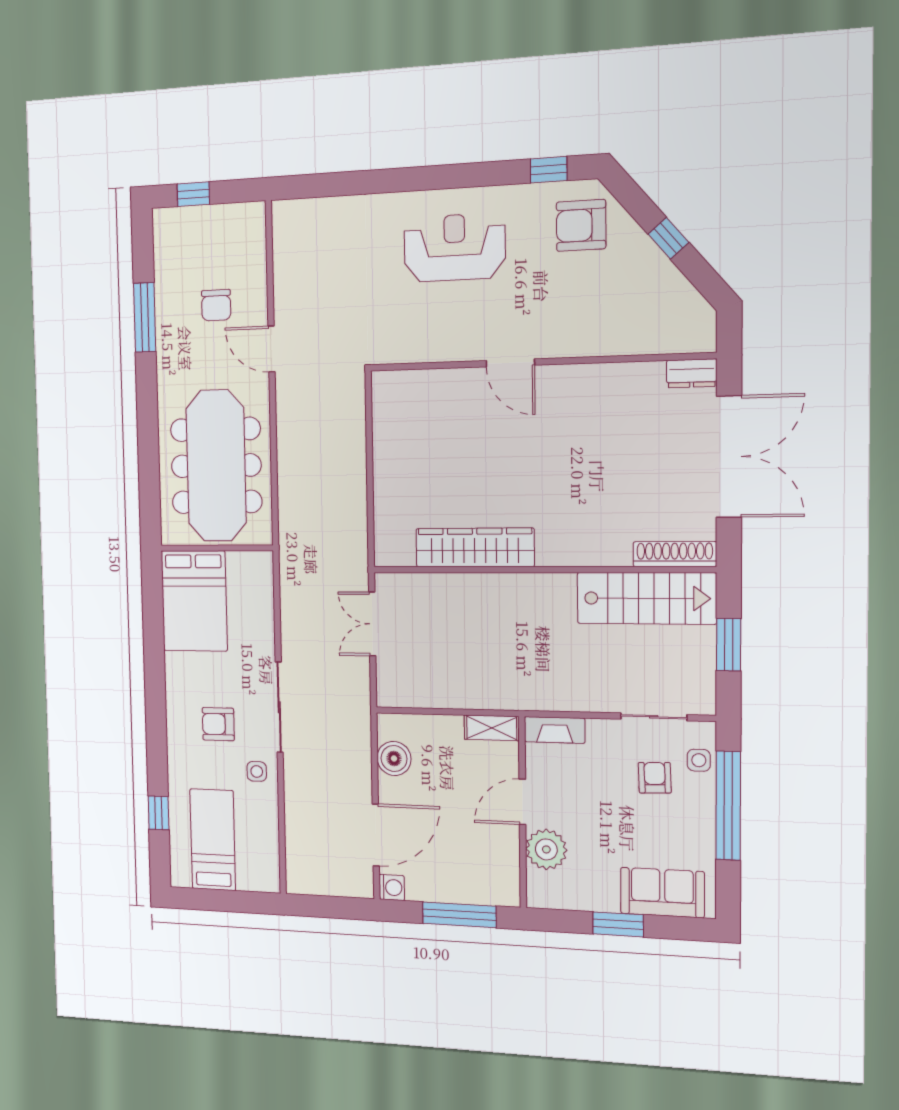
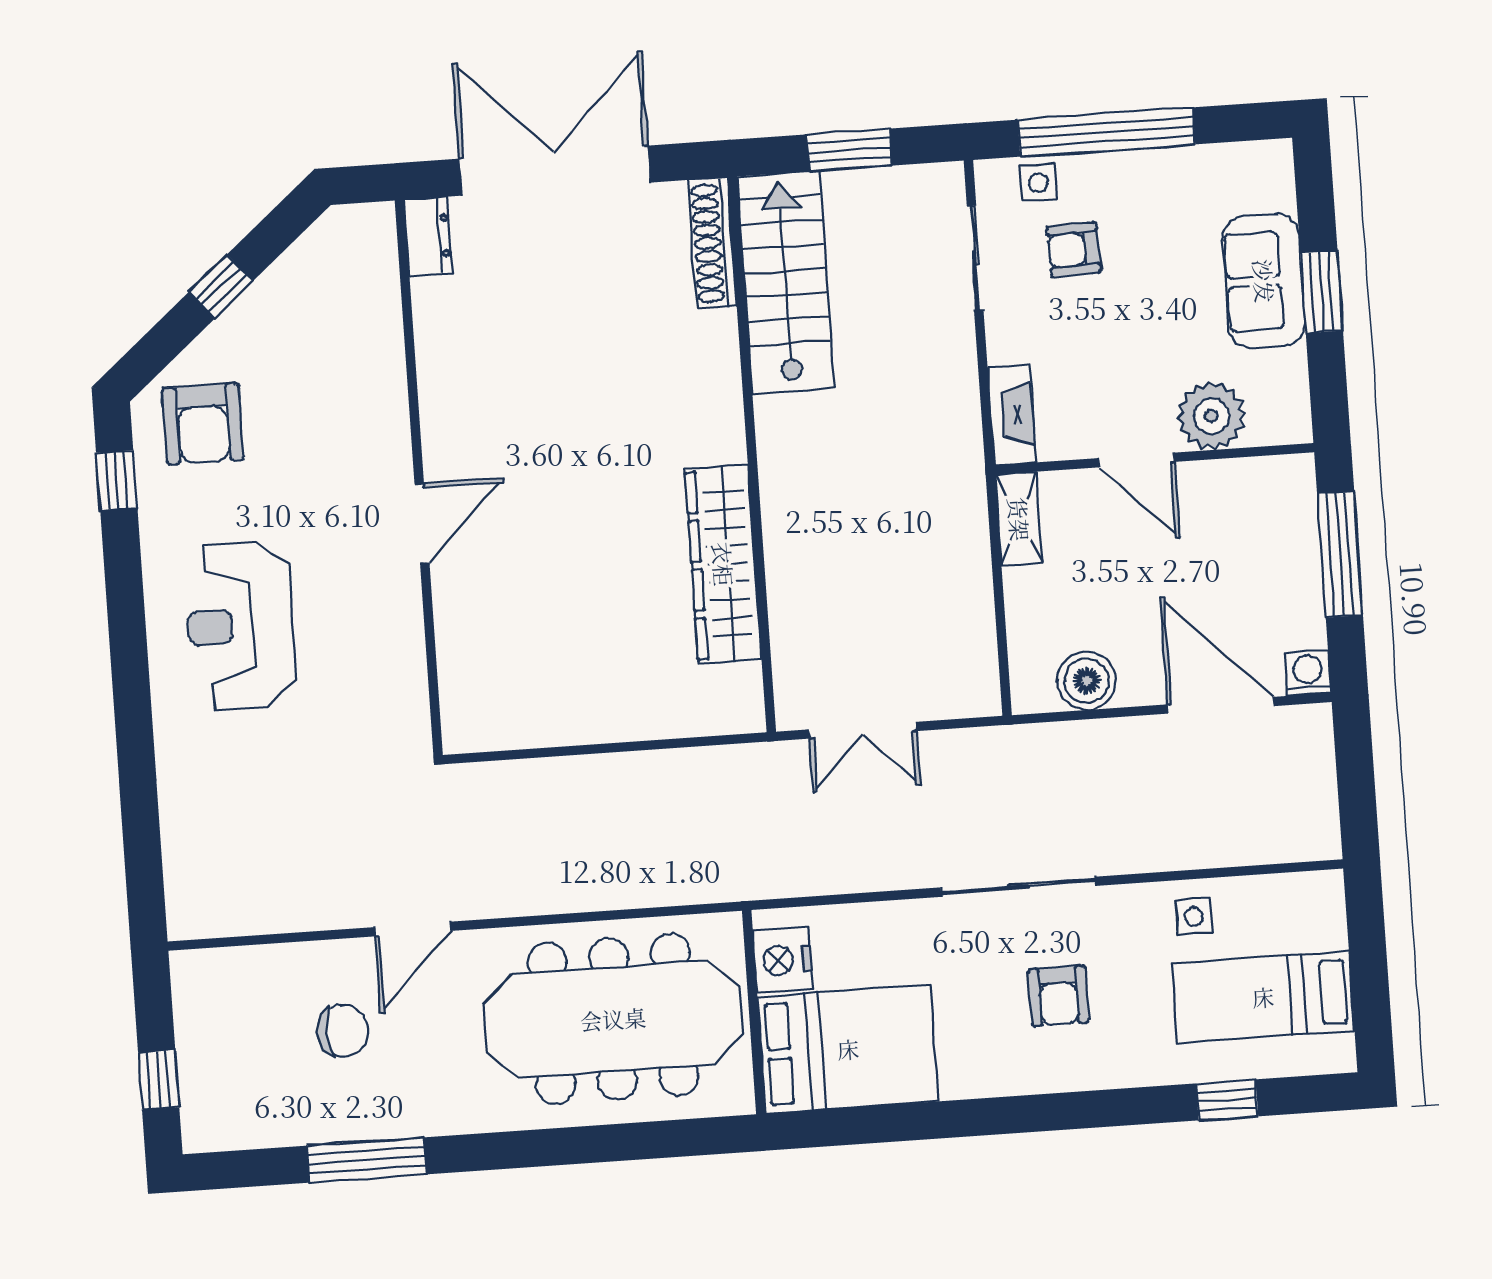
nightstand: (245, 567) -> (783, 960), added
side table: (257, 771) -> (1194, 917), moved
sofa: (662, 893) -> (1264, 281), moved

